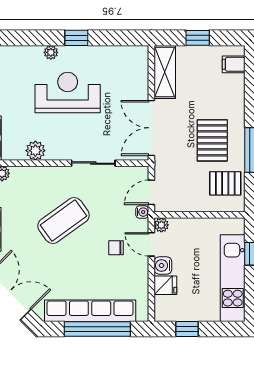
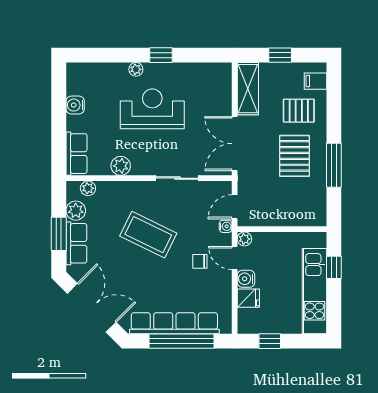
pallet: (225, 183) -> (299, 111), moved
coffee table: (63, 221) -> (148, 235), turned 62

